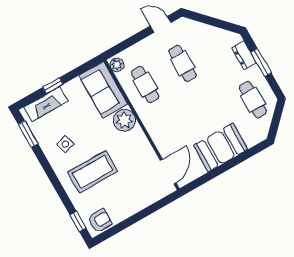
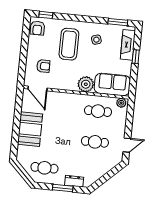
armchair: (138, 183) -> (43, 66), added

